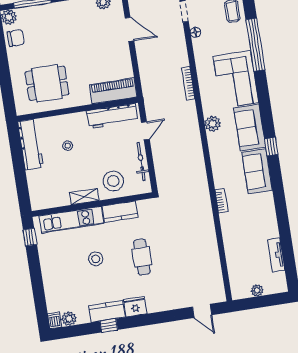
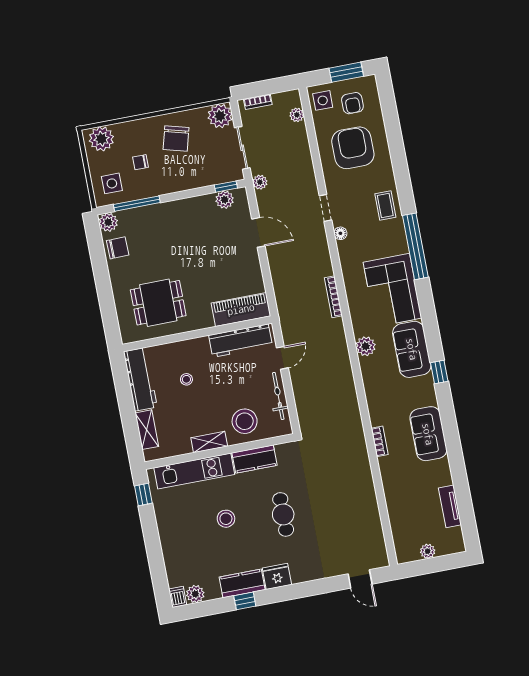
sofa: (257, 171) -> (428, 434), moved
shelving: (34, 185) -> (147, 430), added

